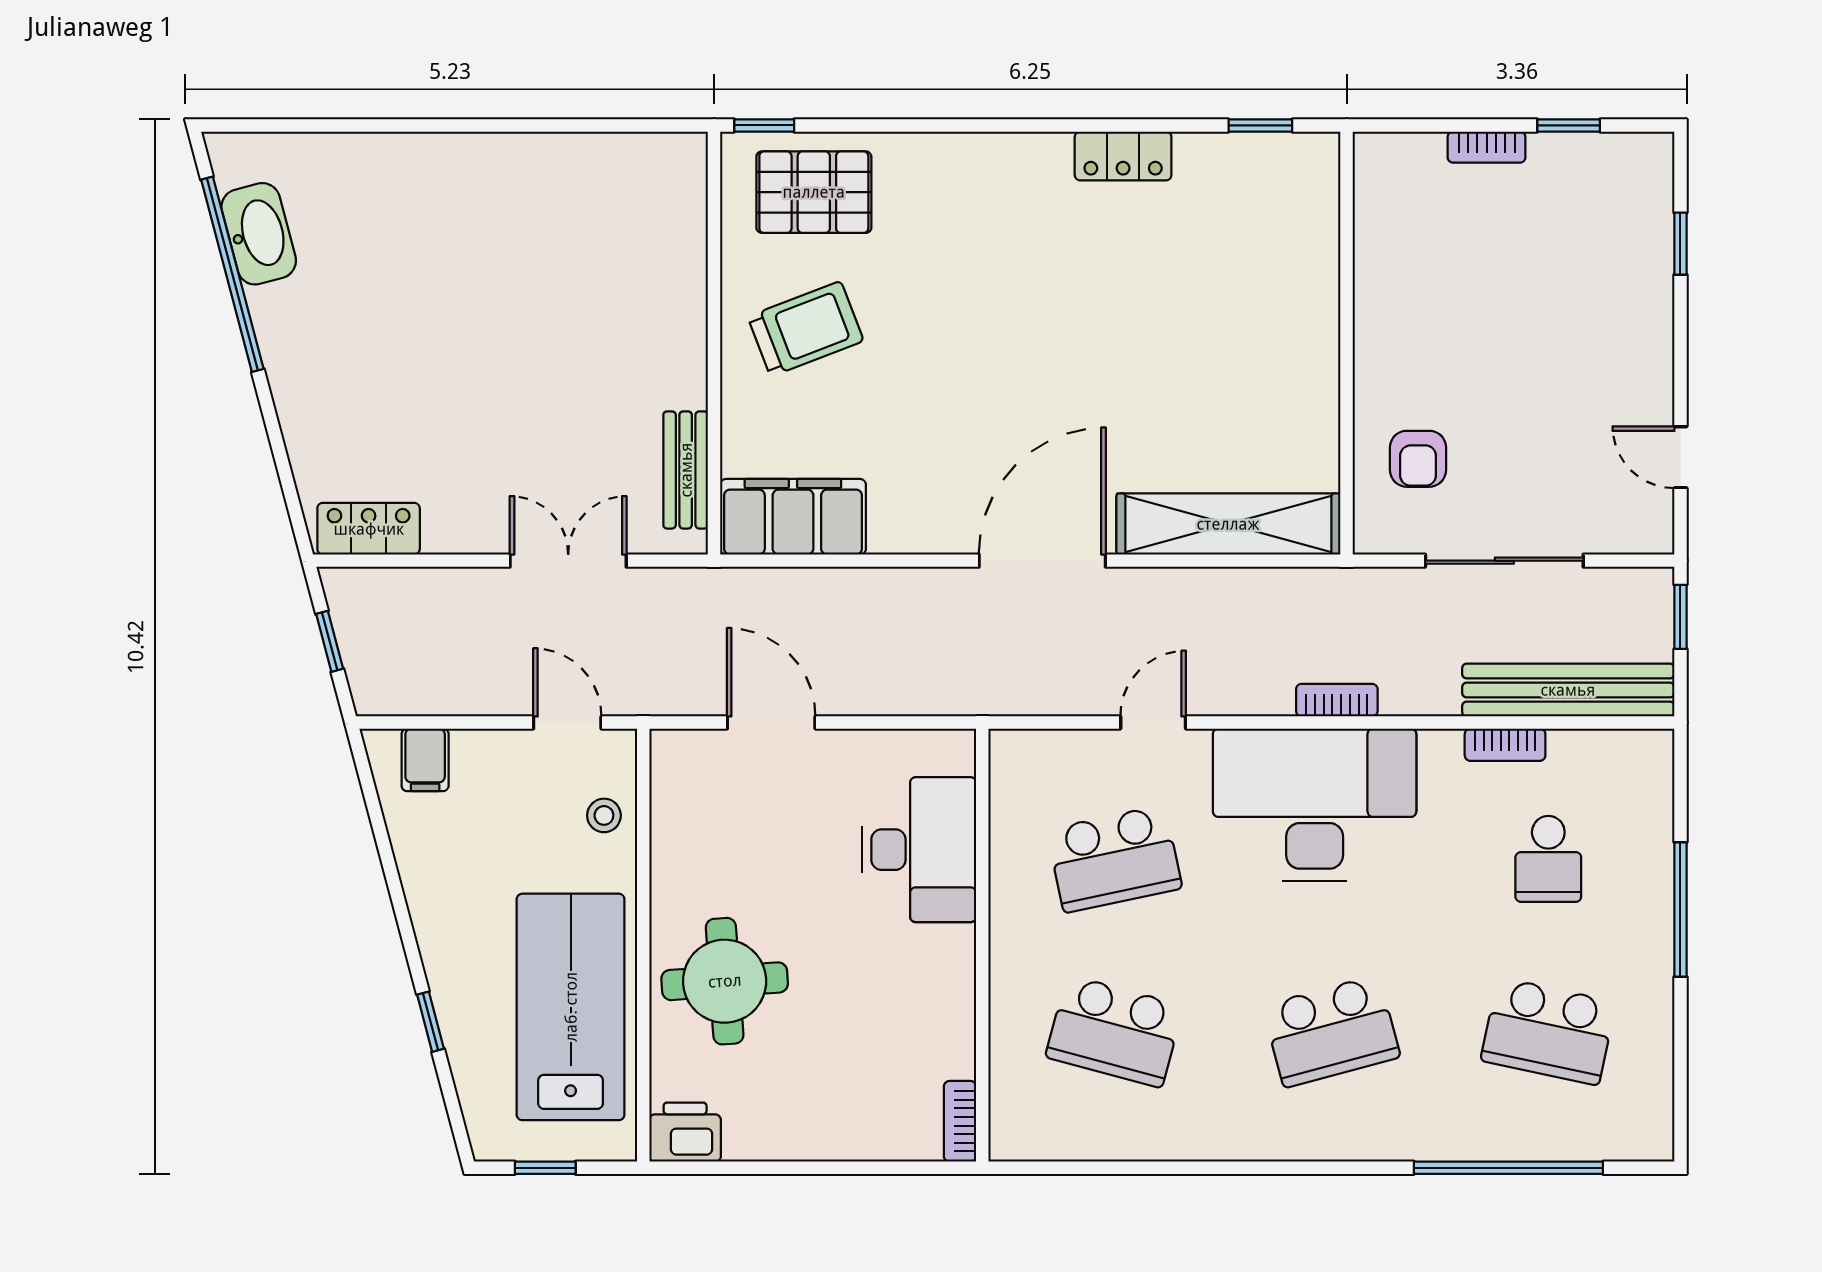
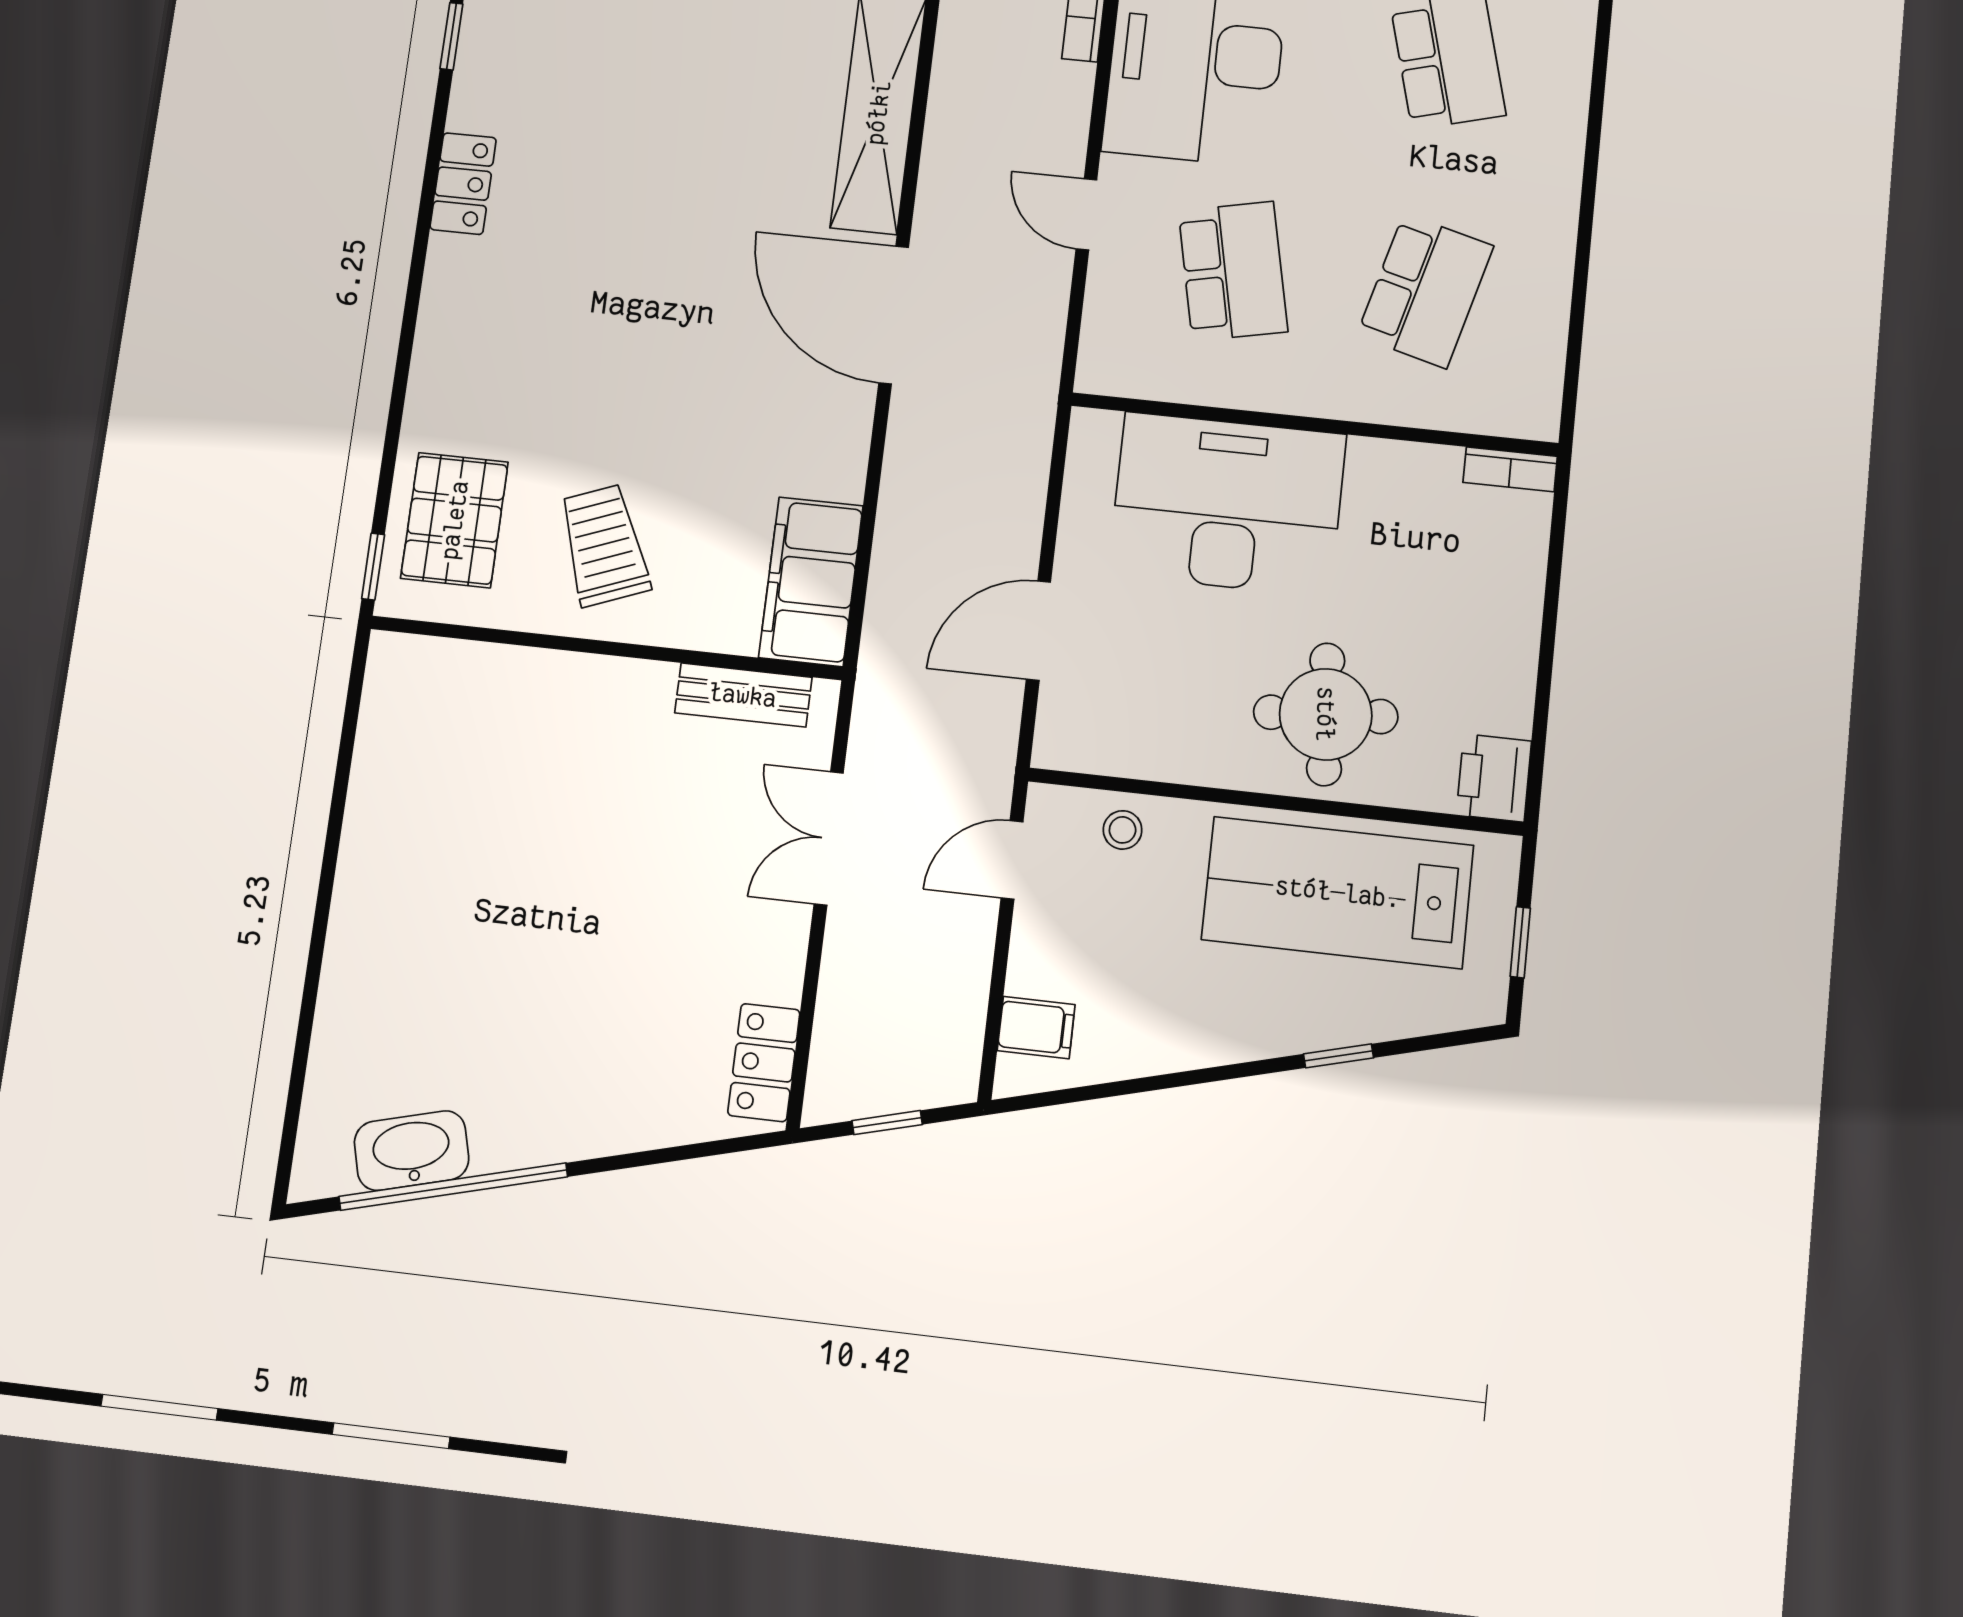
desk: (919, 850) -> (1227, 504), width x1.36, depth x1.30

